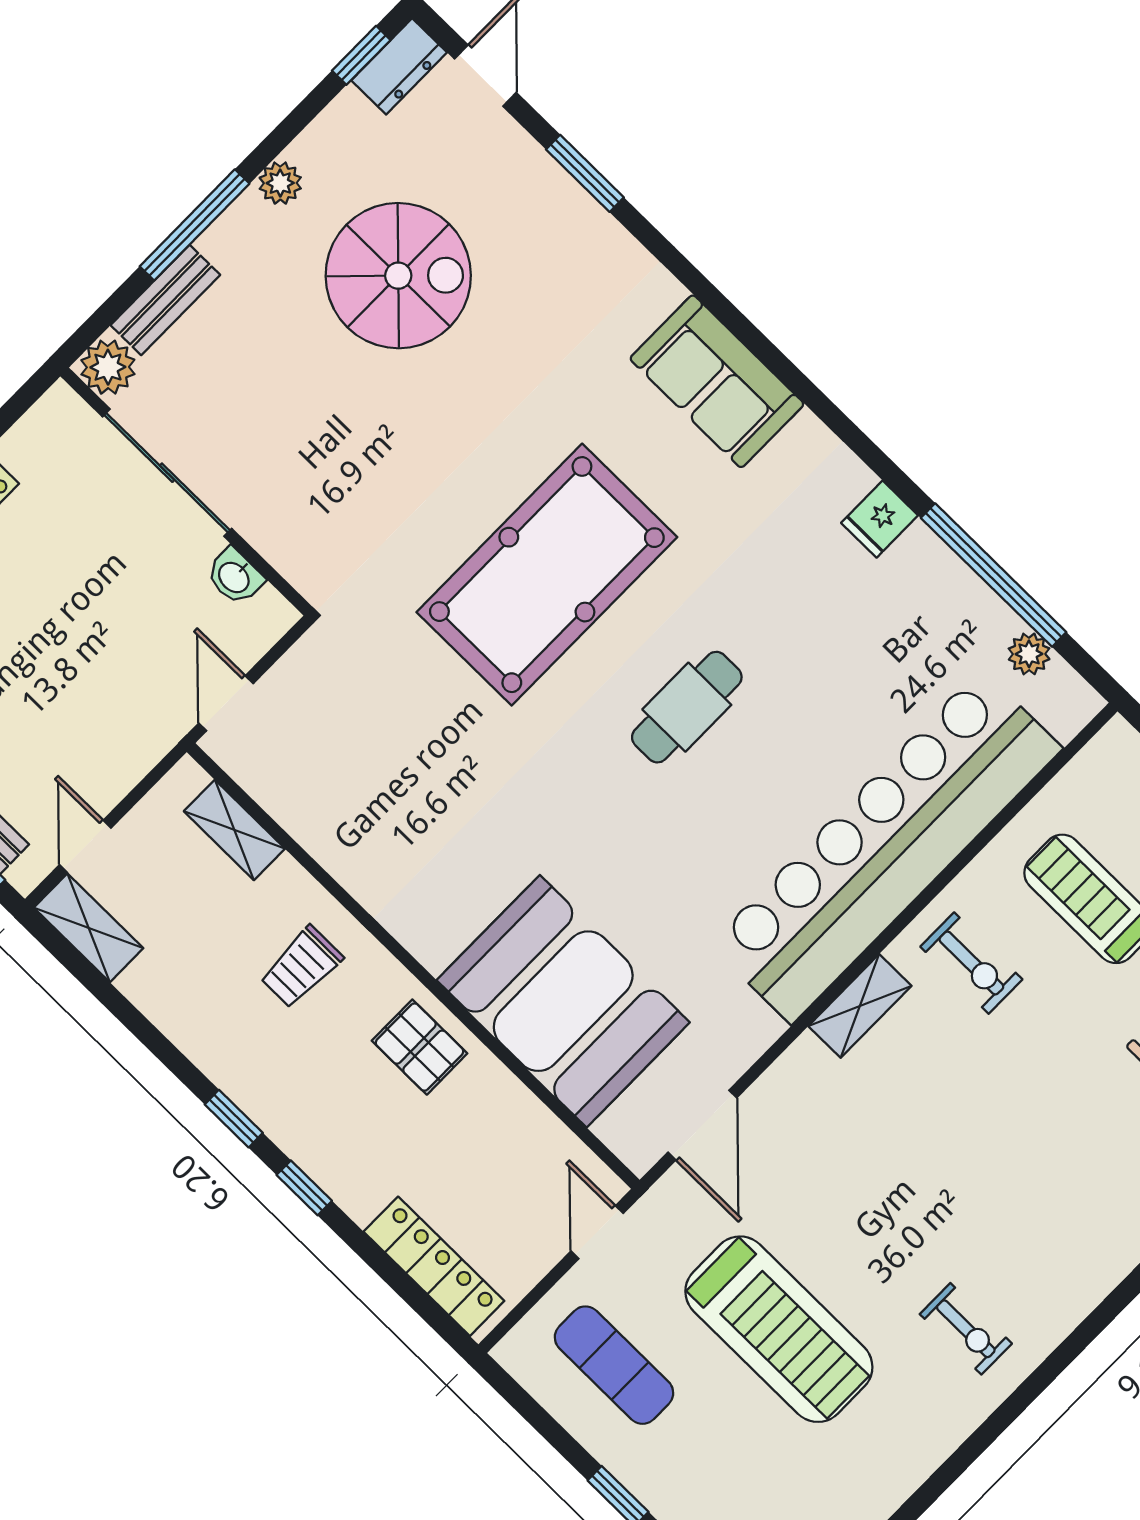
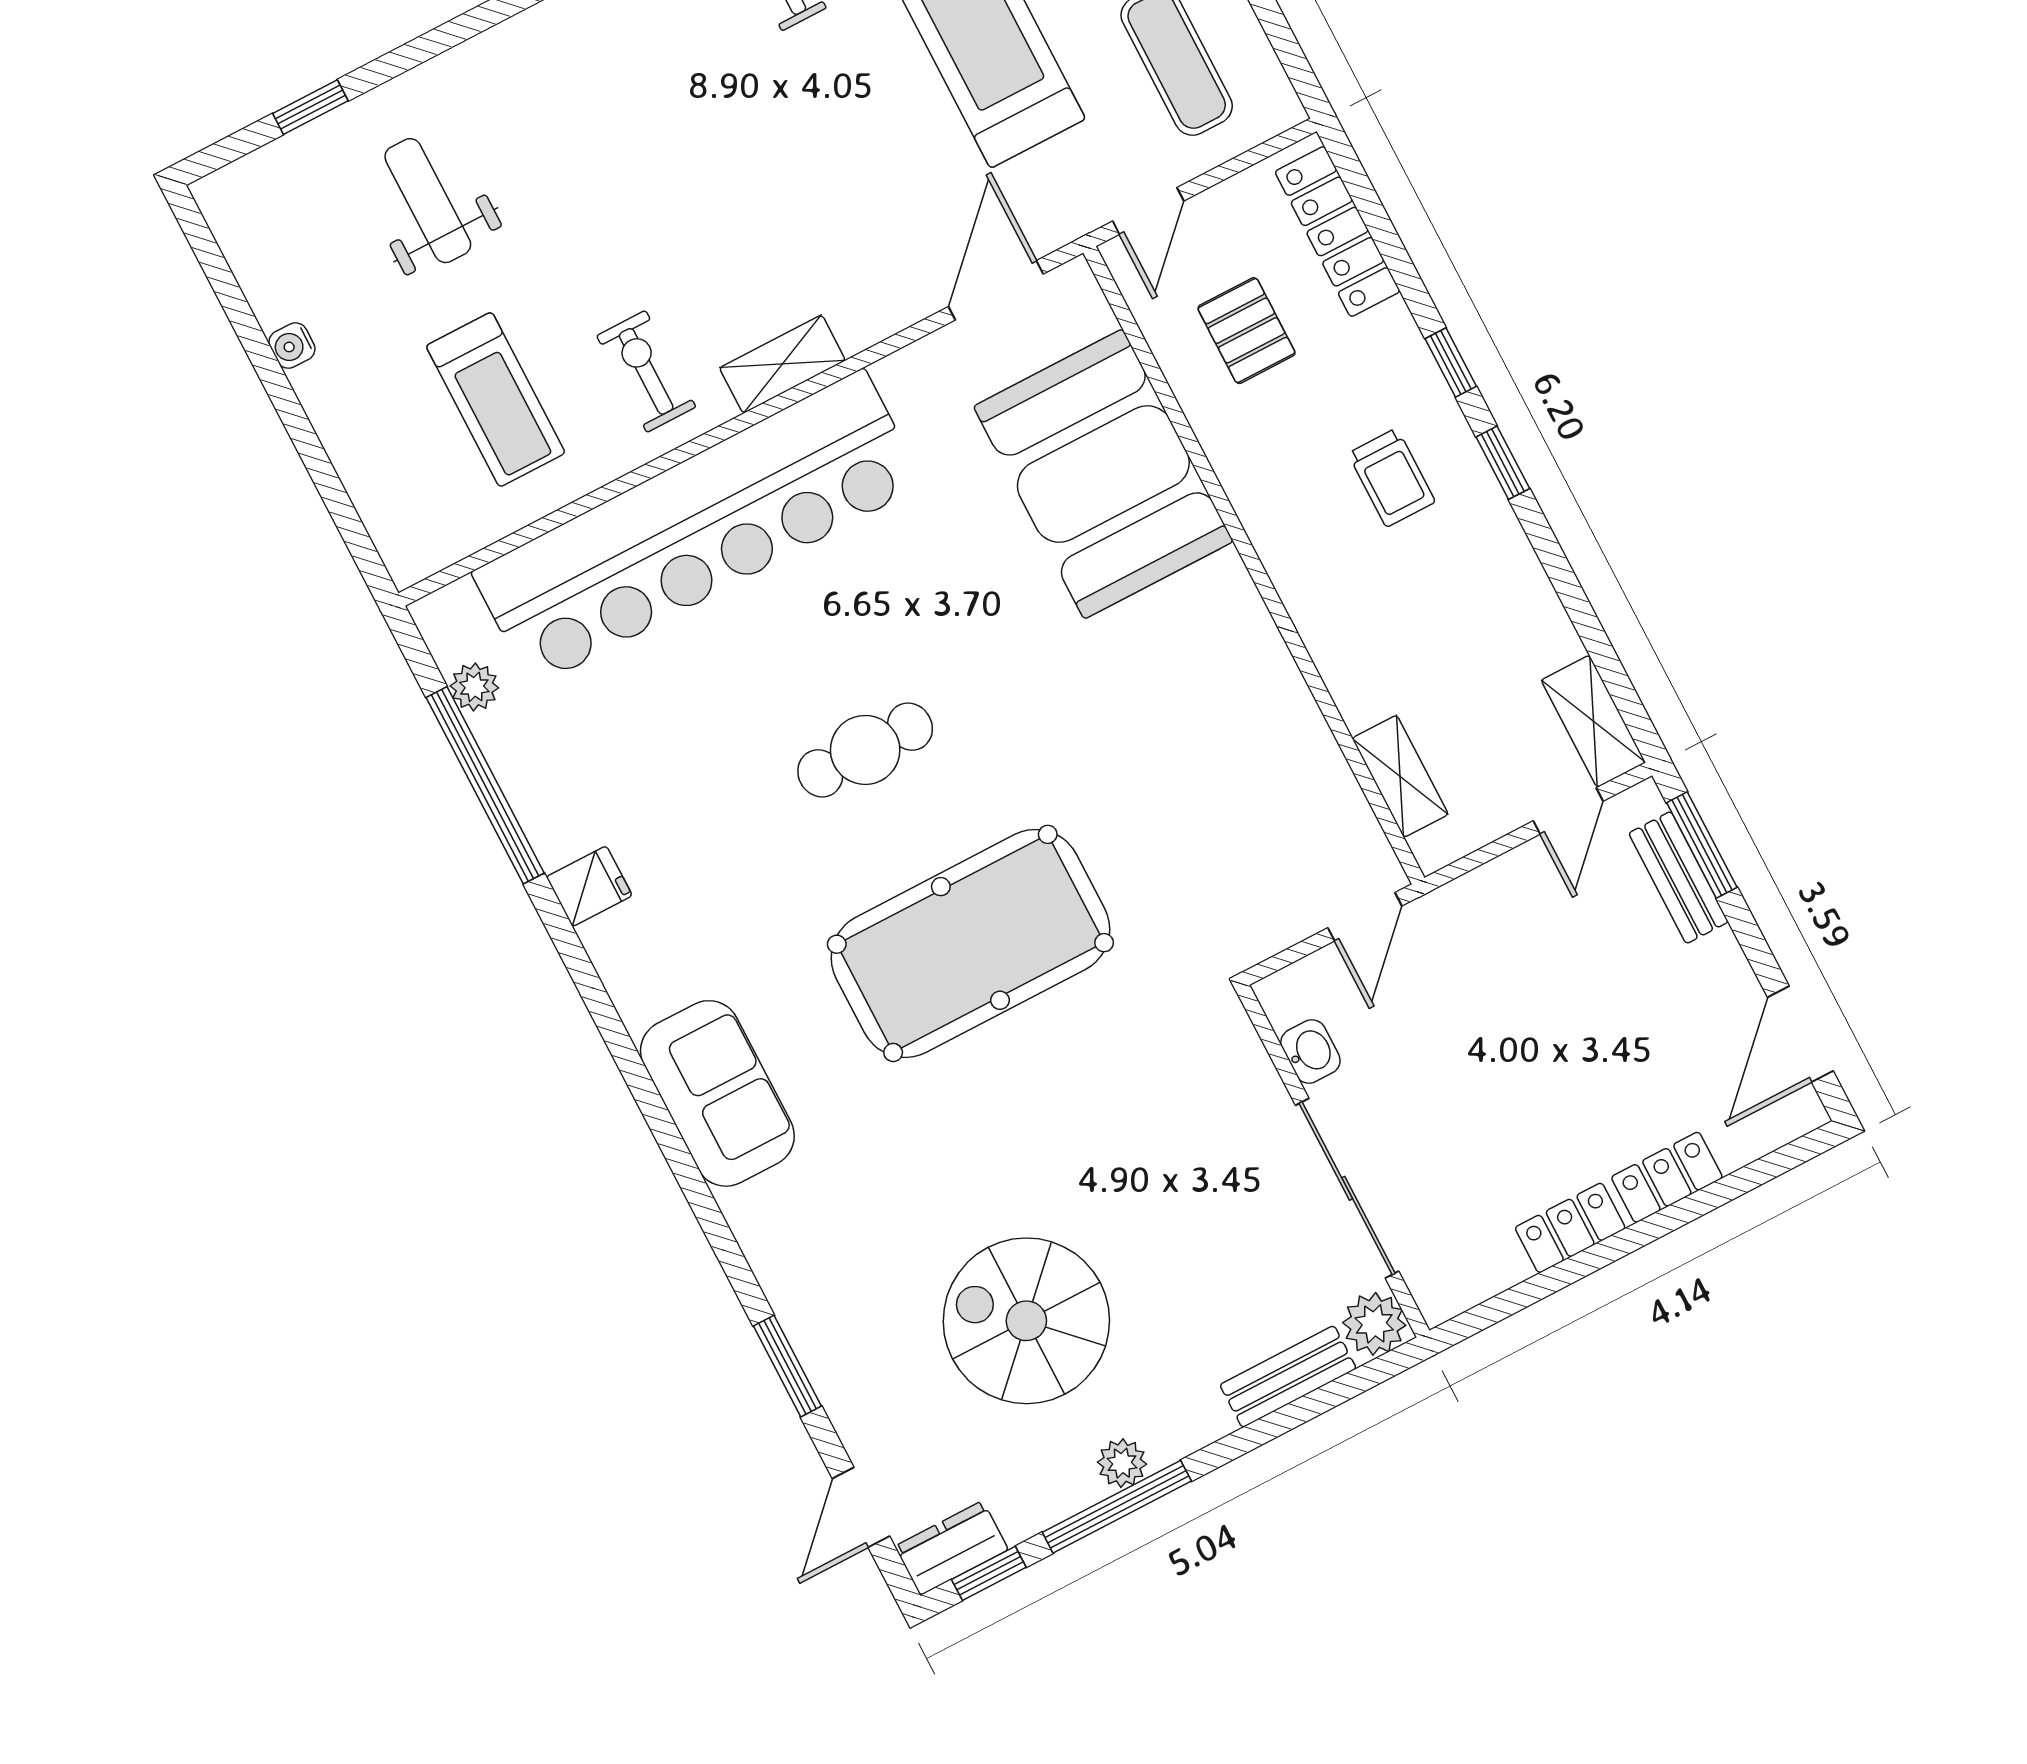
window: (195, 225) -> (1117, 1507), moved
trolley: (301, 967) -> (1392, 478), moved, turned 90
pallet: (420, 1047) -> (1246, 331), moved

